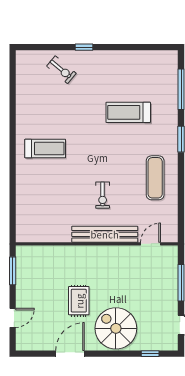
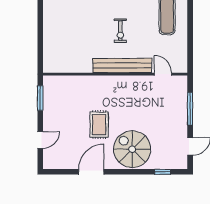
door: (150, 244) -> (163, 74), hinge flipped

